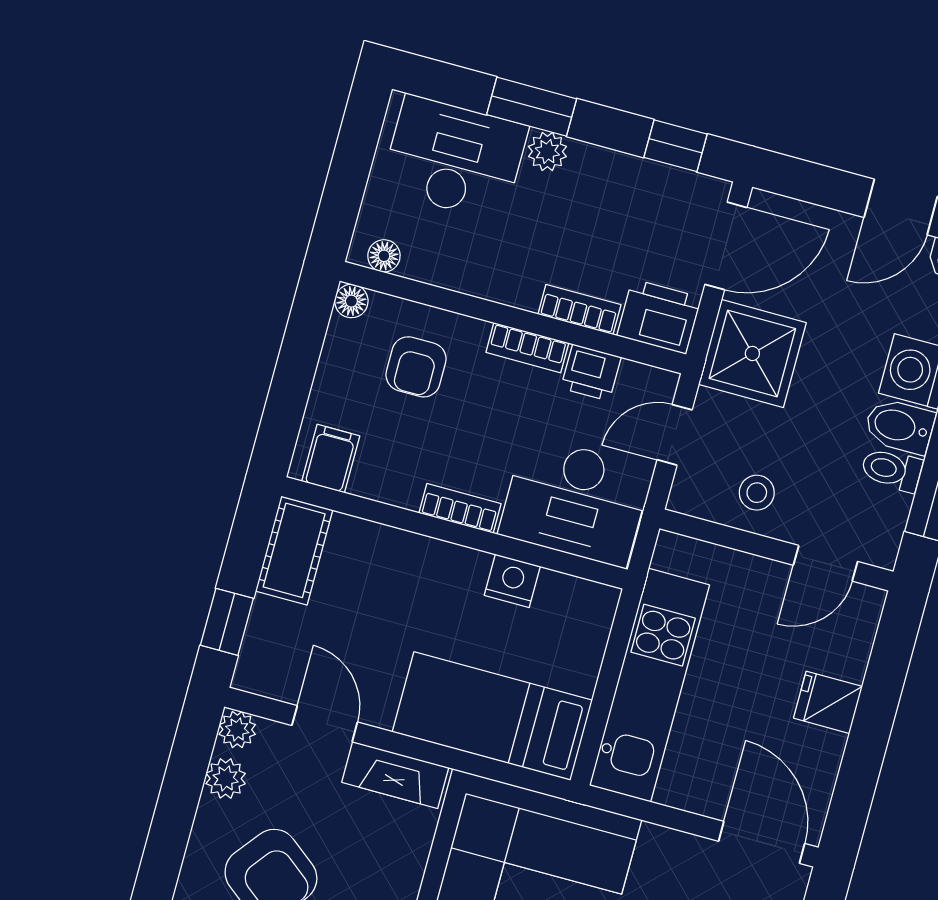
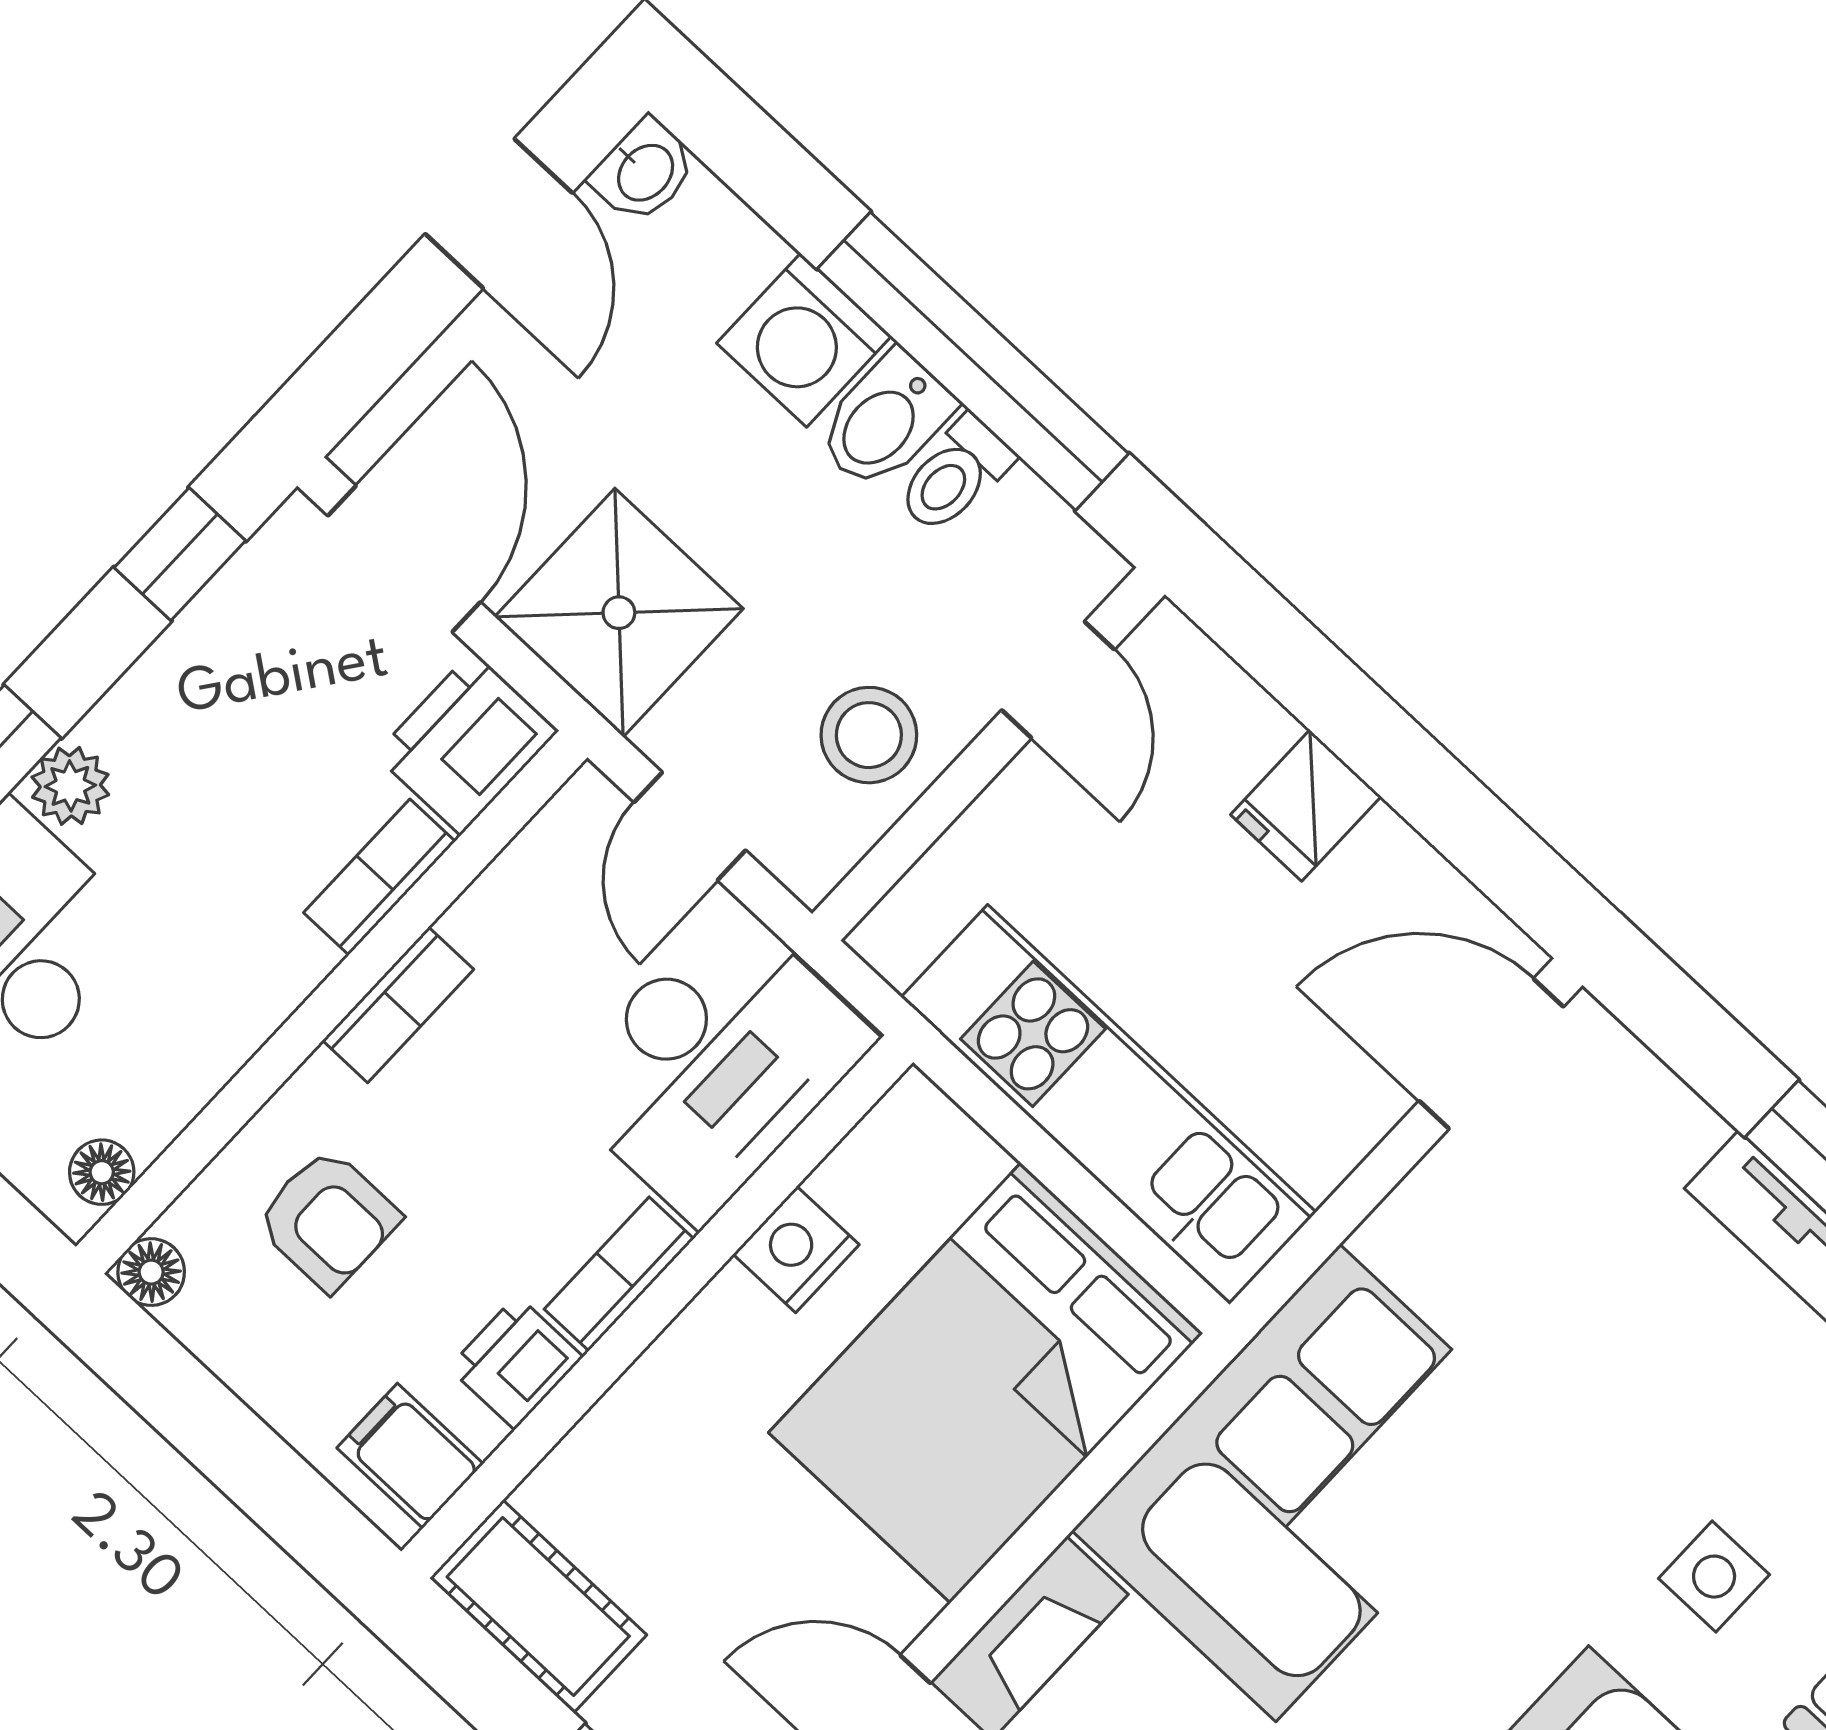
printer: (591, 373) -> (516, 1362), moved, turned 180
stool: (757, 493) -> (869, 735), width x1.37, depth x1.37
bed: (492, 716) -> (986, 1383), width x1.50

